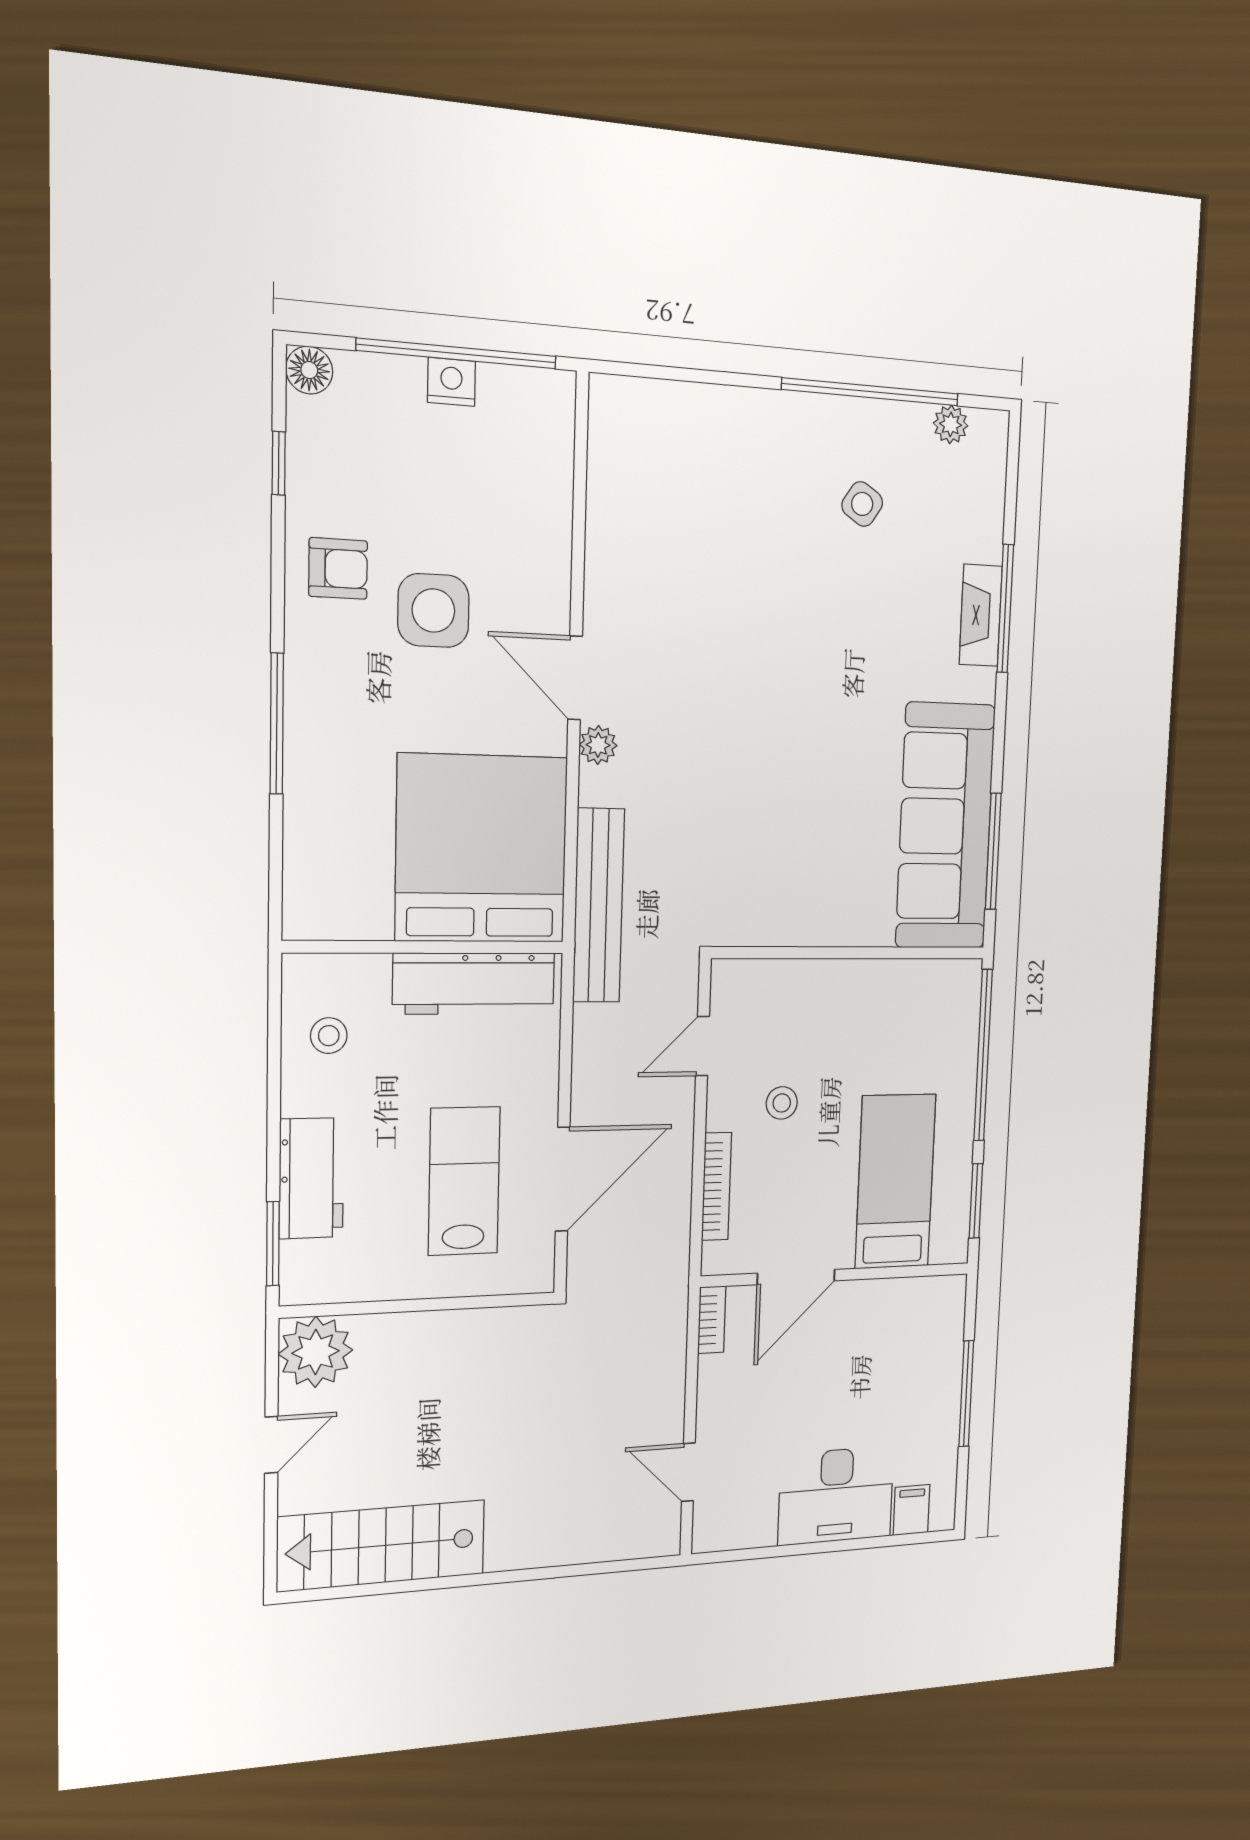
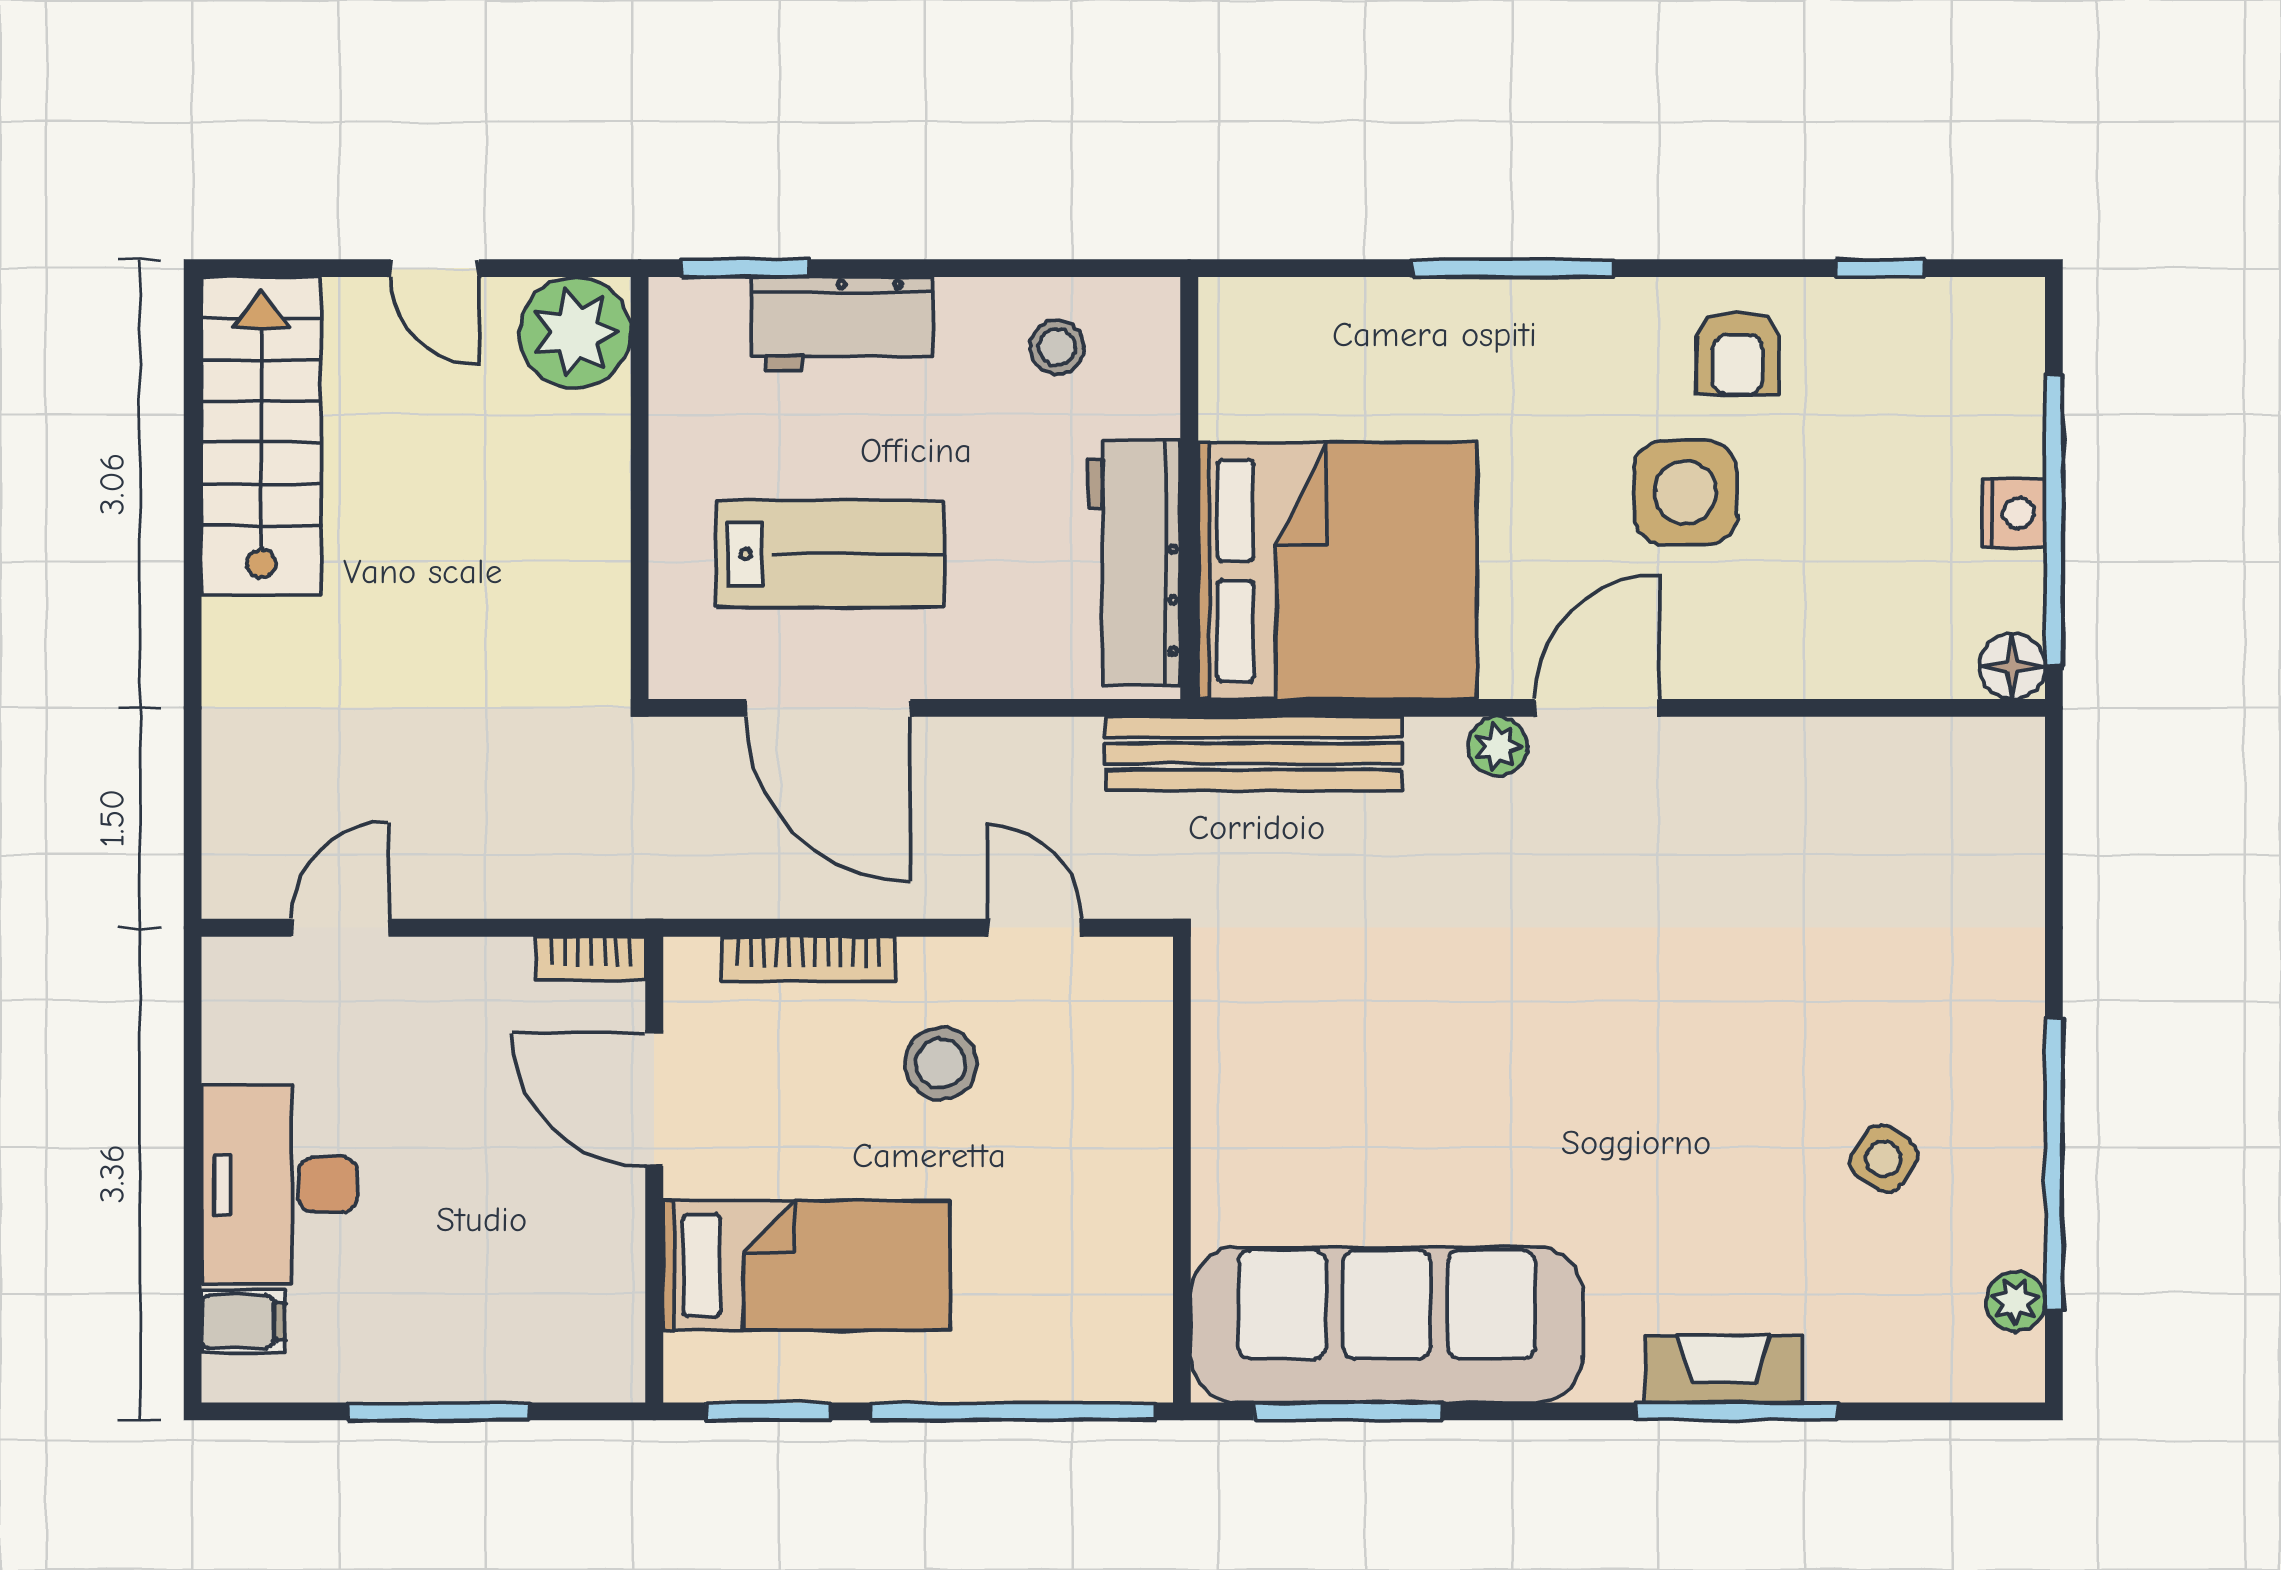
floor lamp: (309, 370) -> (2012, 666), moved
stool: (782, 1103) -> (941, 1063), width x1.37, depth x1.37

